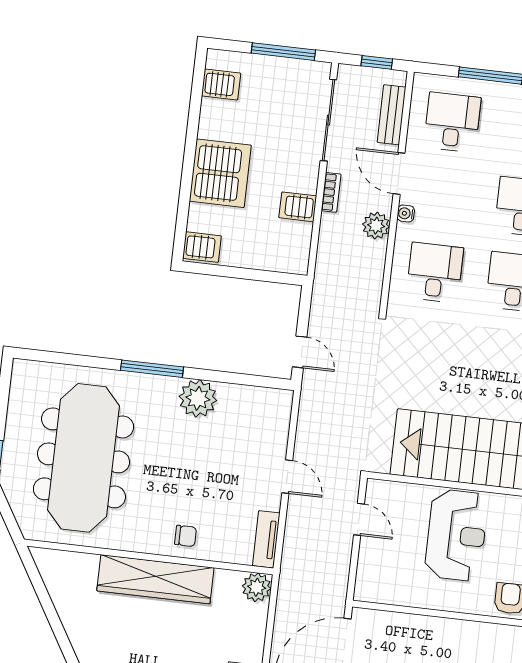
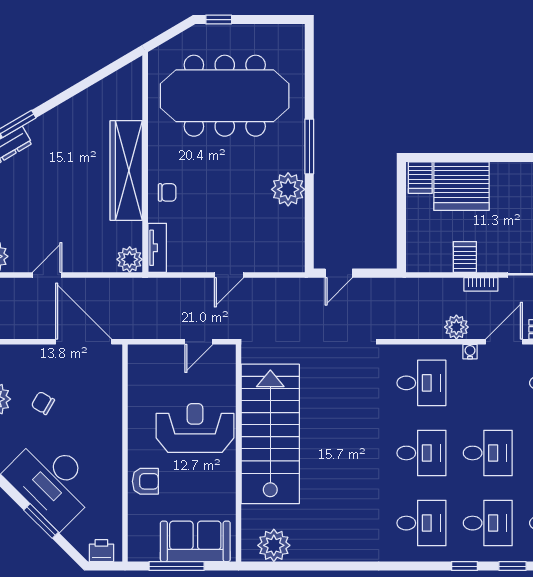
server rack: (220, 173) -> (461, 186), moved
reception desk: (456, 535) -> (195, 428), turned 180
chair: (186, 536) -> (167, 192), turned -90
tv unit: (266, 539) -> (157, 248), moved, turned 90

